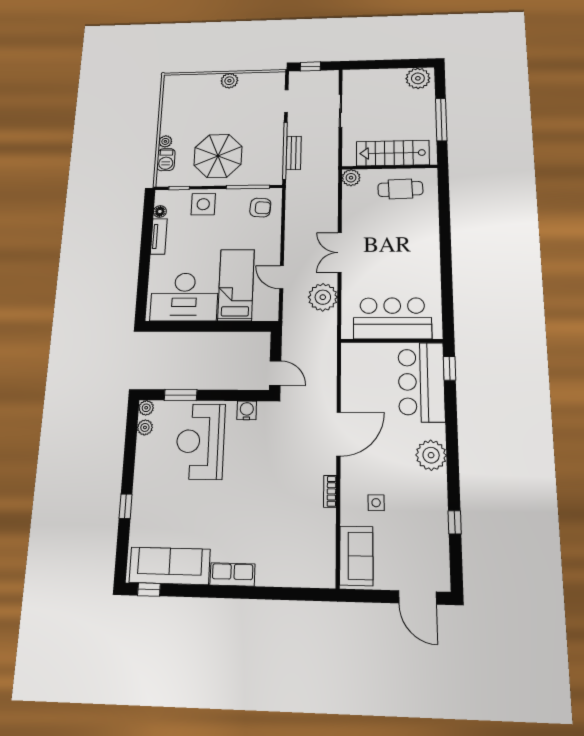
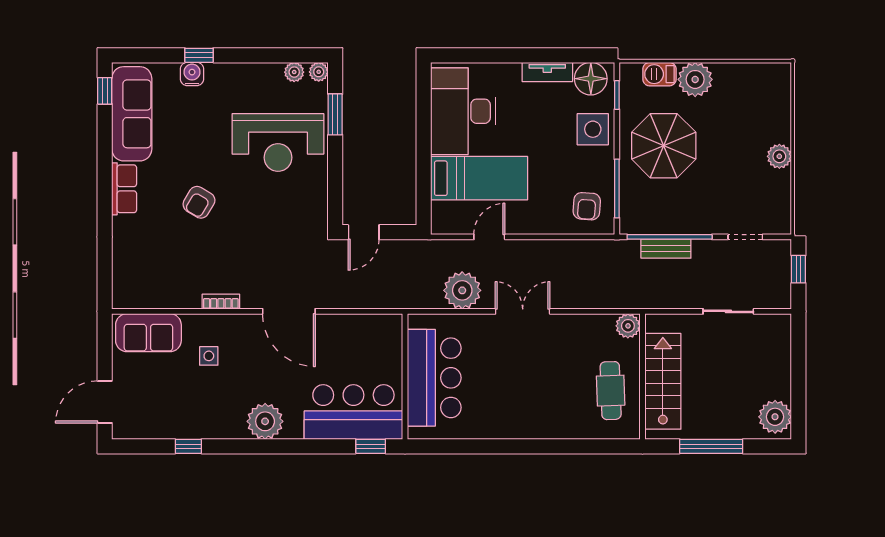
plant: (165, 141) -> (695, 79), width x1.87, depth x1.87
floor lamp: (160, 211) -> (591, 79), width x1.89, depth x1.89
water cooler: (247, 410) -> (192, 74), moved, turned -90
reception desk: (200, 441) -> (278, 143), turned 180
armchair: (246, 509) -> (199, 202), added

